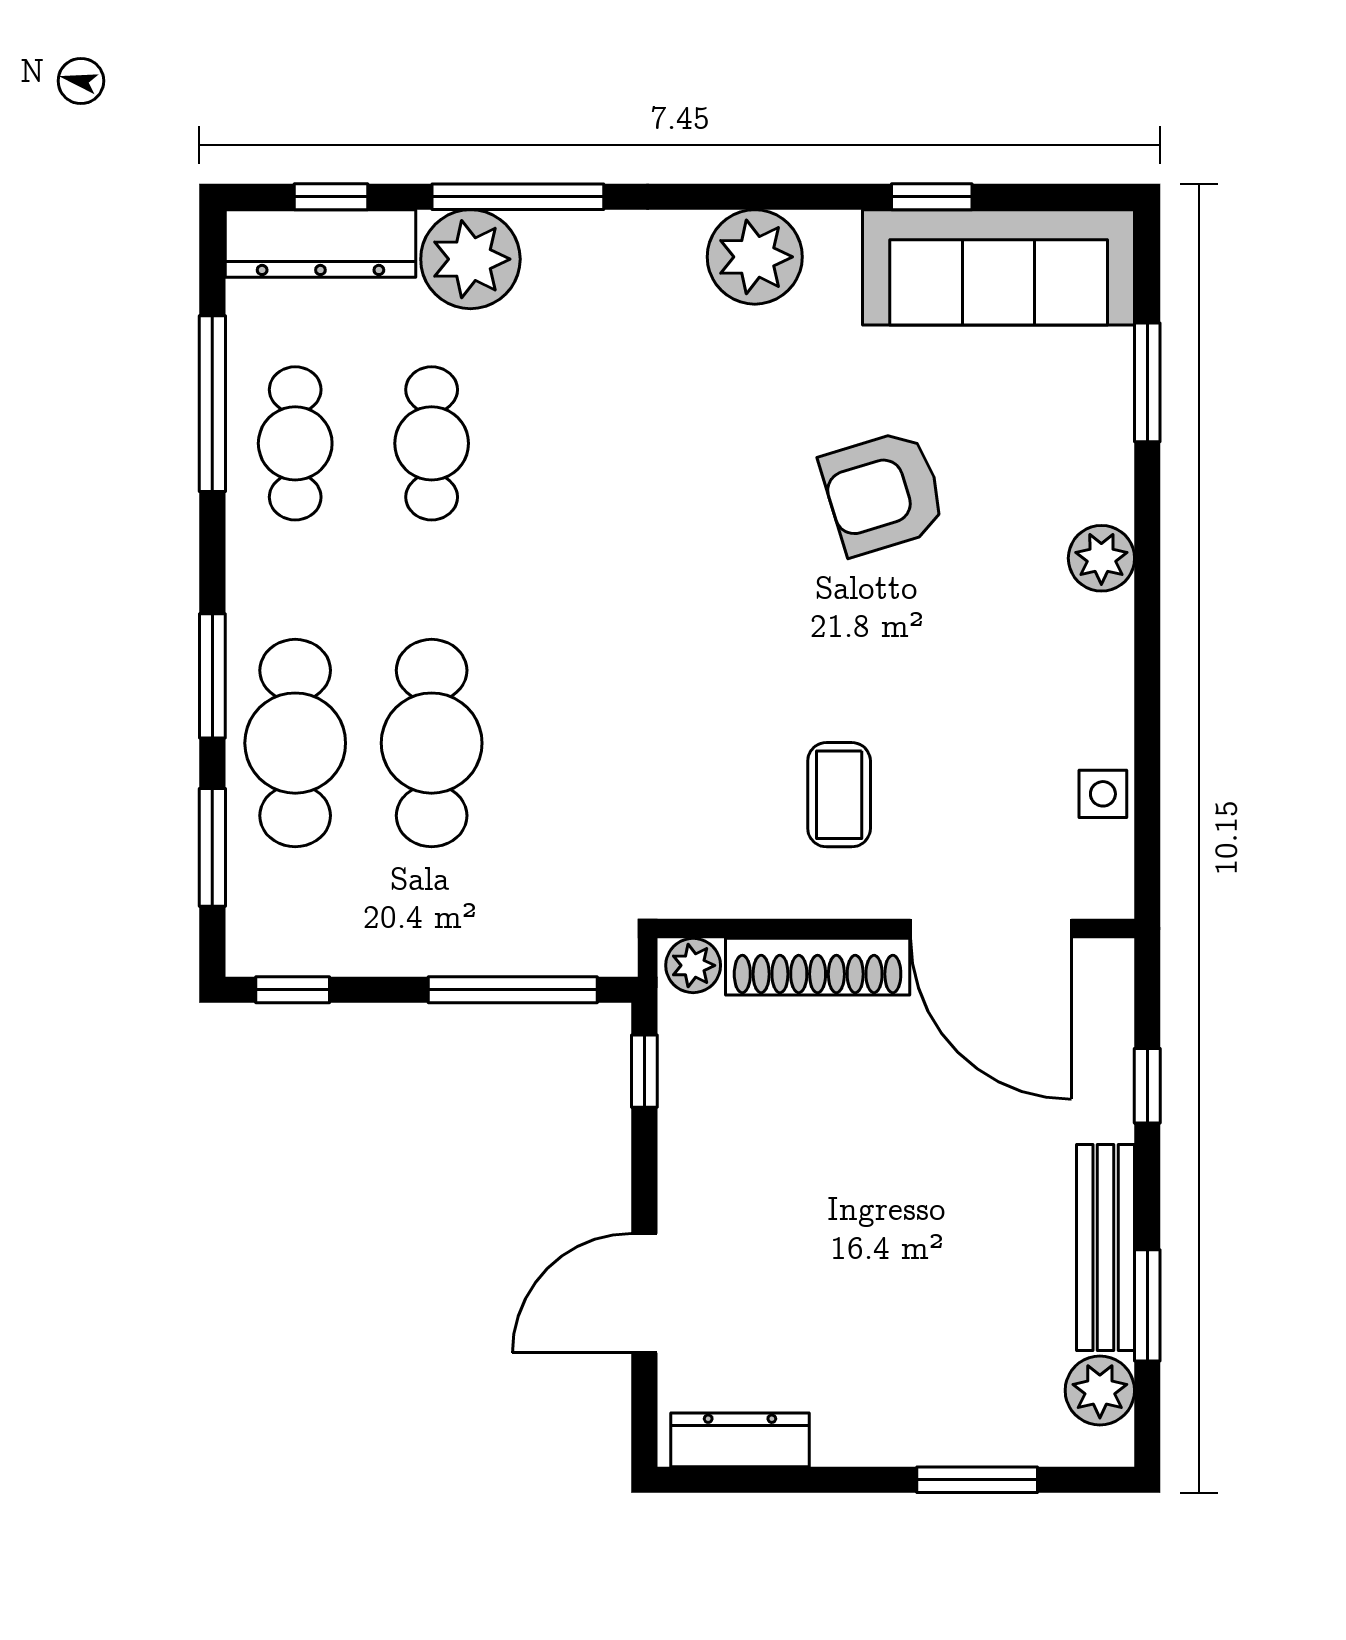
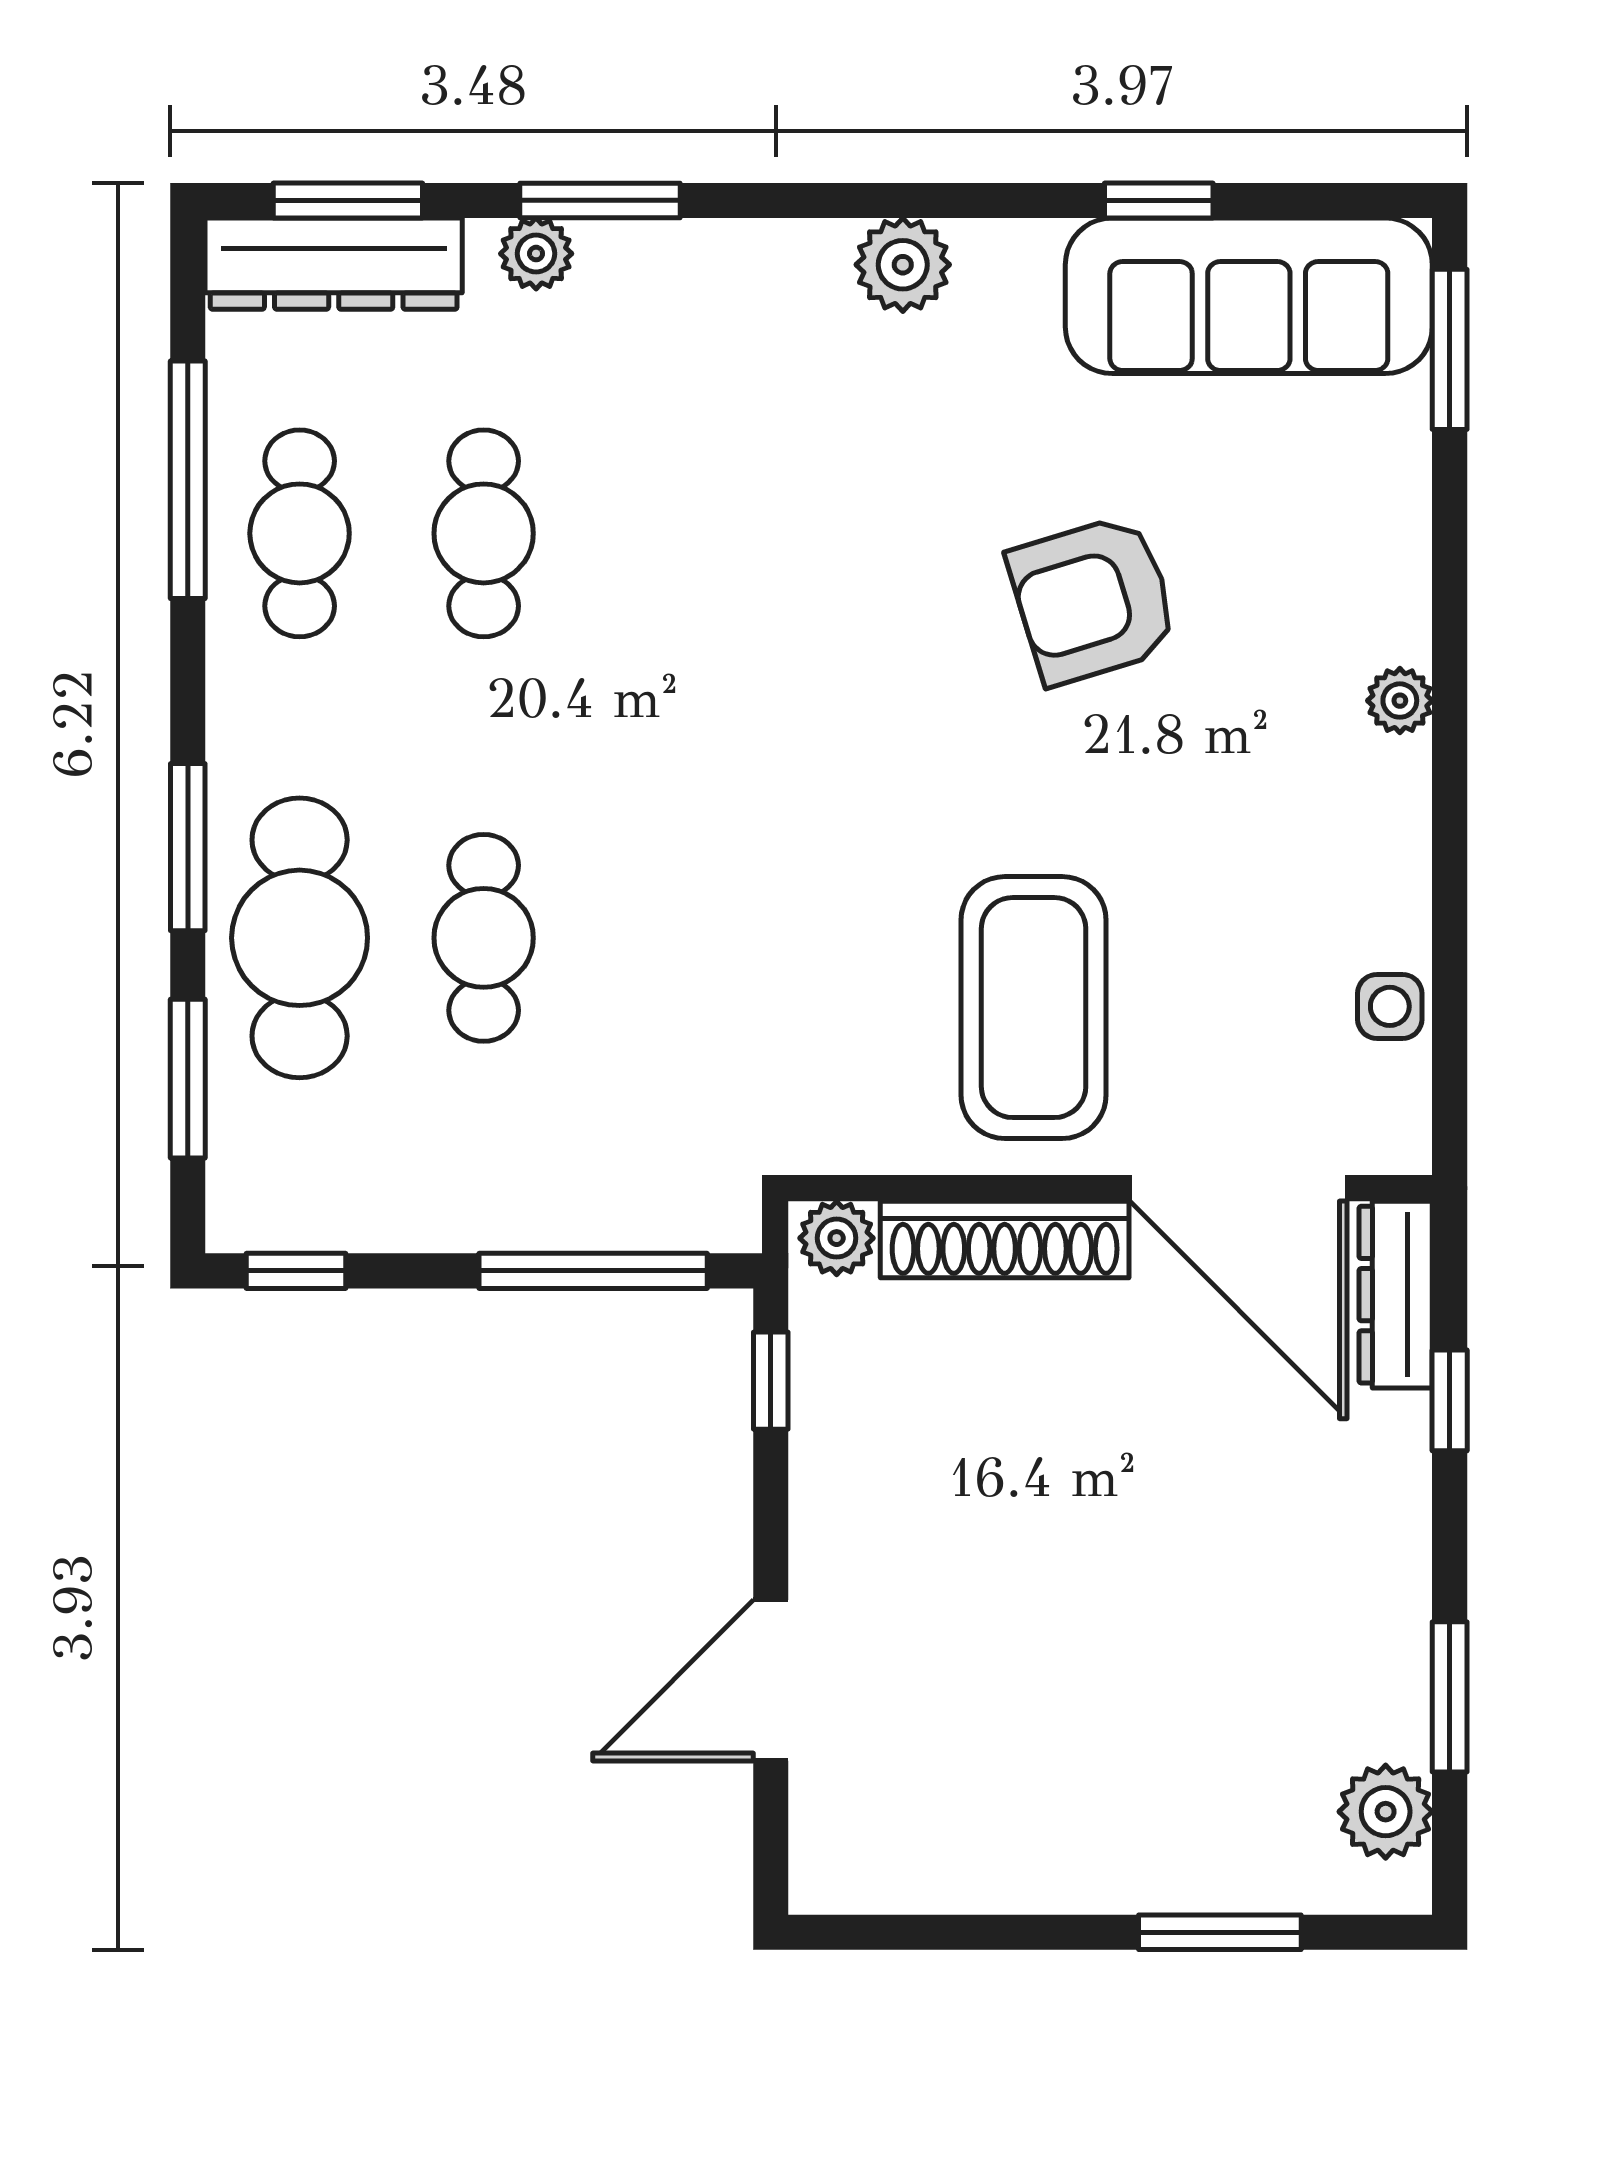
window: (331, 197) -> (348, 200), width x1.50
window: (518, 197) -> (600, 200), width x0.69
plant: (755, 257) -> (903, 265), width x0.73, depth x0.73
plant: (470, 259) -> (536, 254), width x0.53, depth x0.53
window: (1147, 382) -> (1450, 349), moved
plant: (1101, 558) -> (1400, 701), width x0.73, depth x0.73
cafe table: (432, 743) -> (484, 938), width x0.73, depth x0.74
coffee table: (839, 795) -> (1034, 1008), width x1.86, depth x1.72
bench: (1106, 1248) -> (1393, 1619), removed
dresser: (740, 1440) -> (1396, 1295), moved, turned -90

